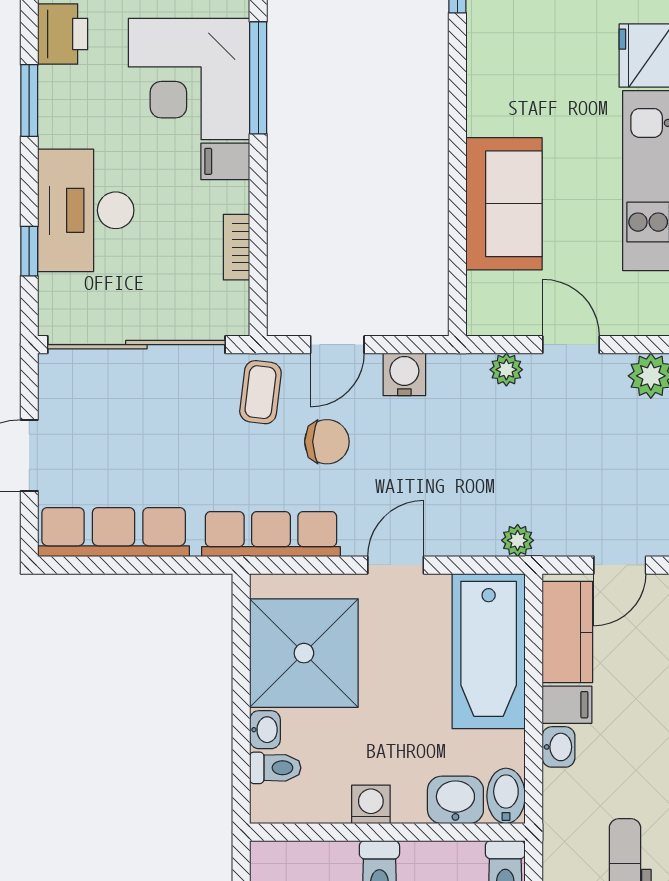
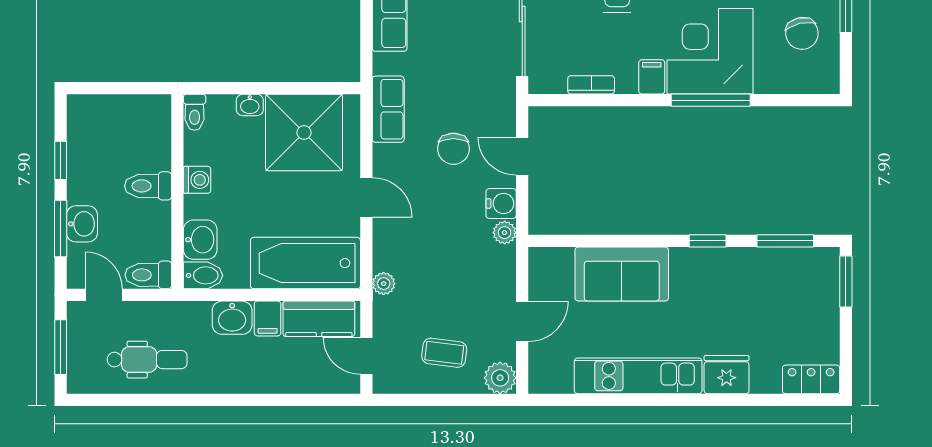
window: (457, 82) -> (708, 241), added
plant: (506, 370) -> (505, 233), moved
coffee table: (260, 392) -> (444, 353), moved
row of seats: (271, 534) -> (388, 109), width x0.68
washbasin: (558, 747) -> (232, 318), width x1.38, depth x1.45
toilet: (275, 768) -> (195, 112), moved

